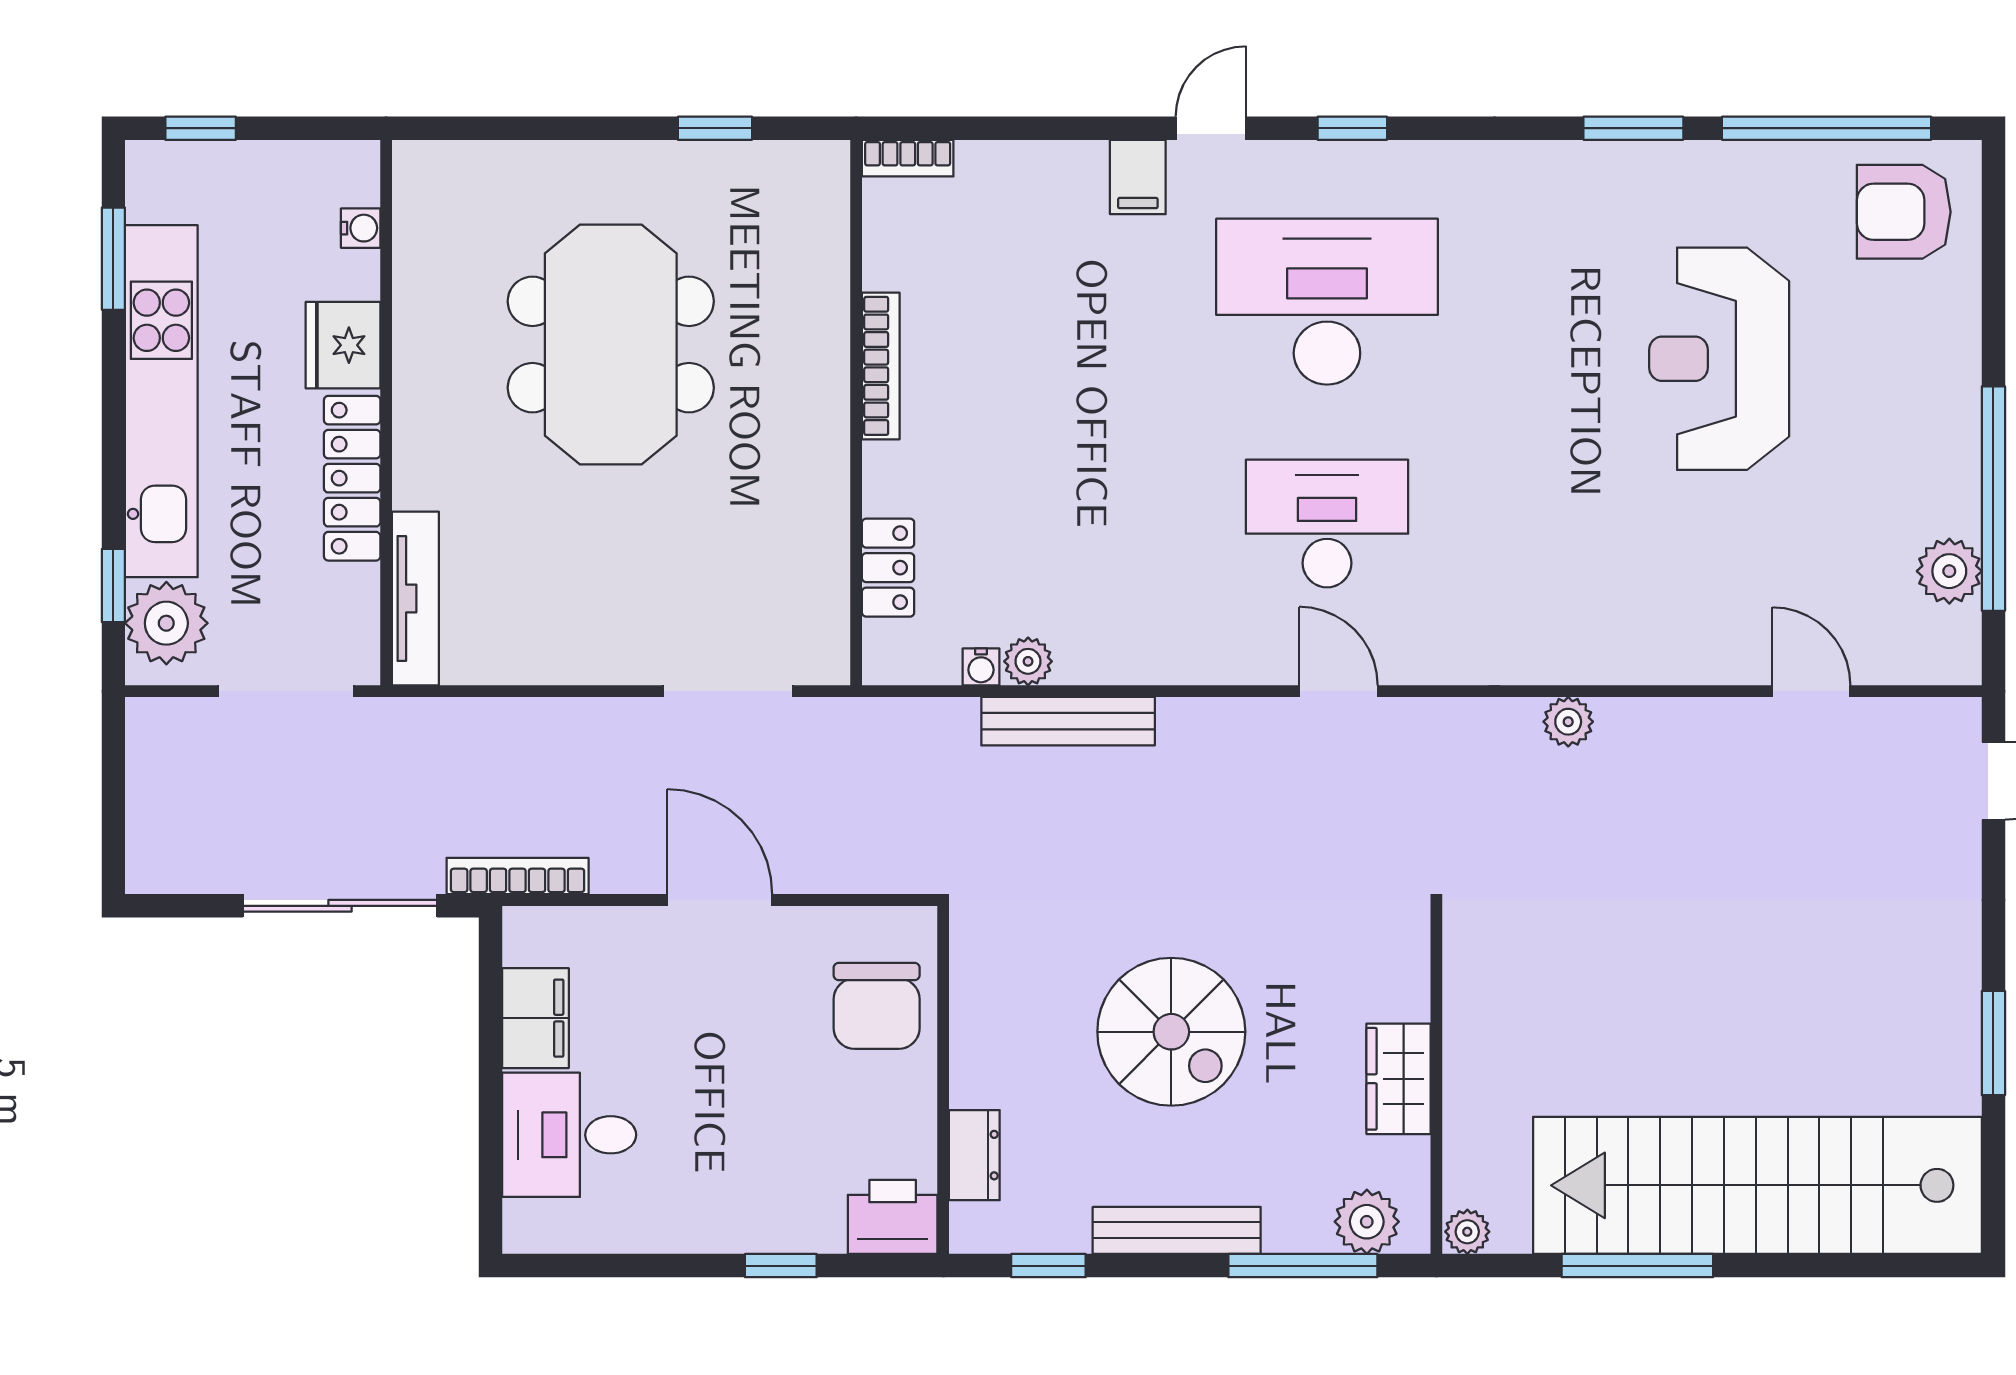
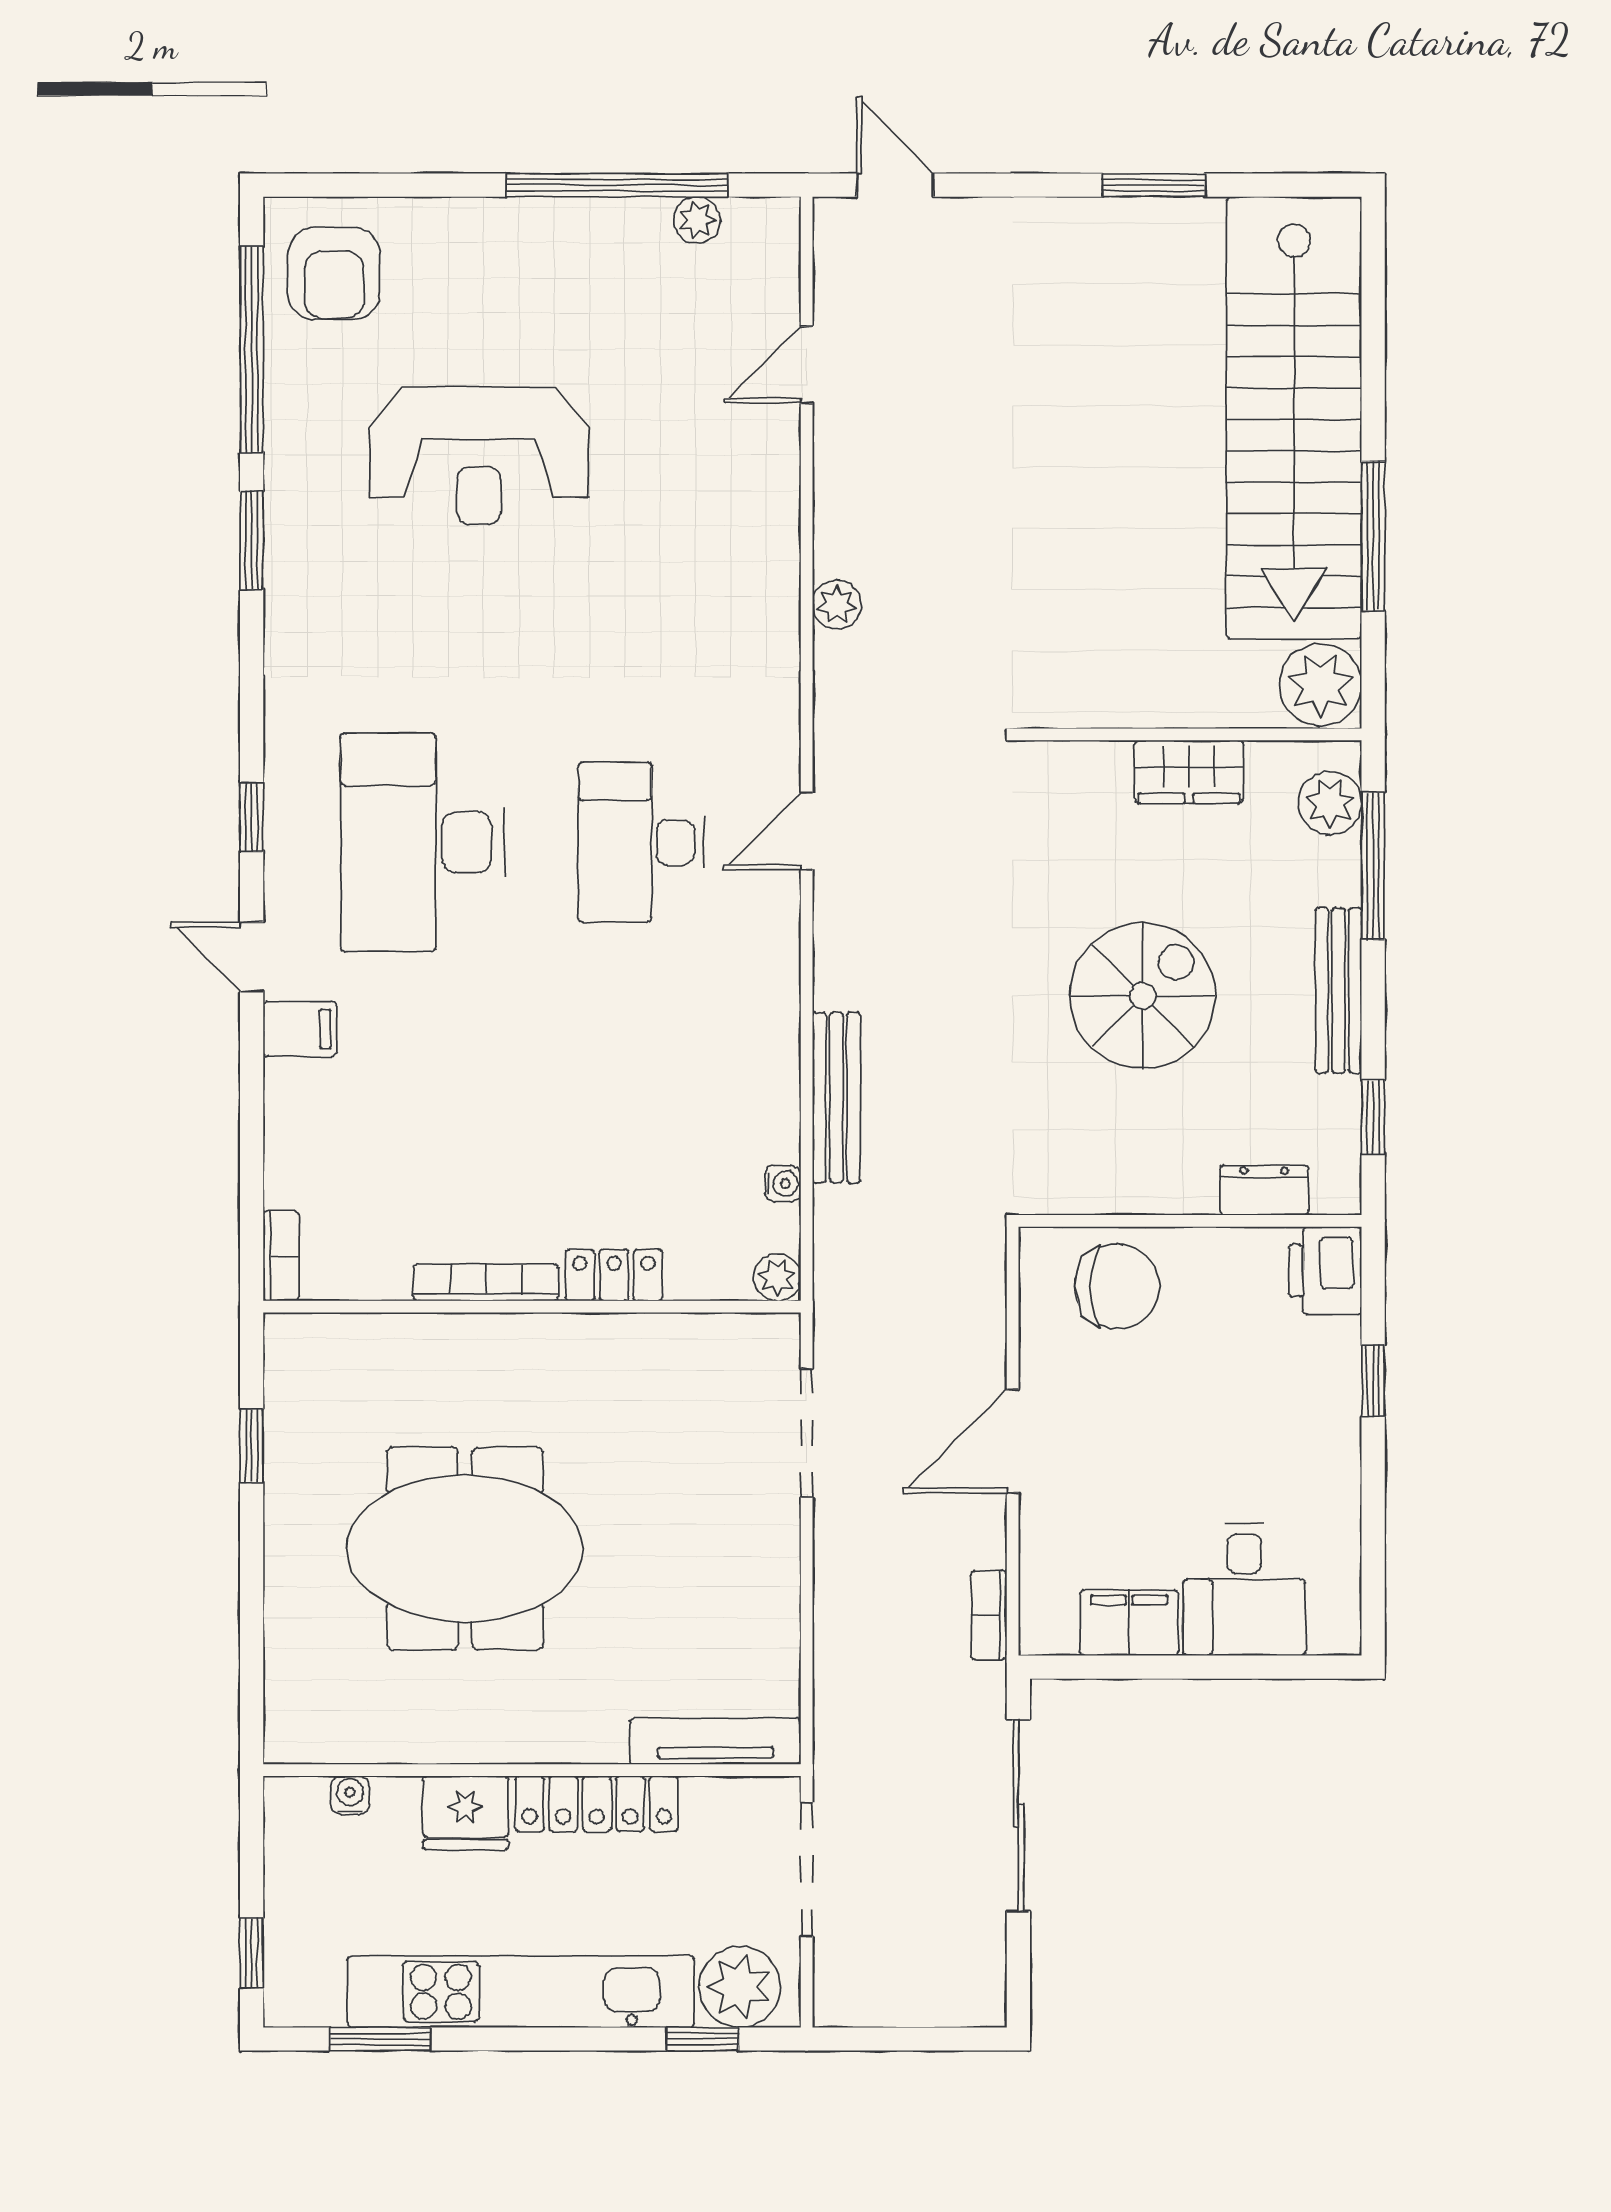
locker: (888, 568) -> (614, 1275), moved
plant: (1949, 571) -> (697, 220), width x0.73, depth x0.73
plant: (1028, 661) -> (777, 1277), moved
bookcase: (518, 876) -> (989, 1615), width x0.64
plant: (1467, 1232) -> (1321, 685), width x1.88, depth x1.88

